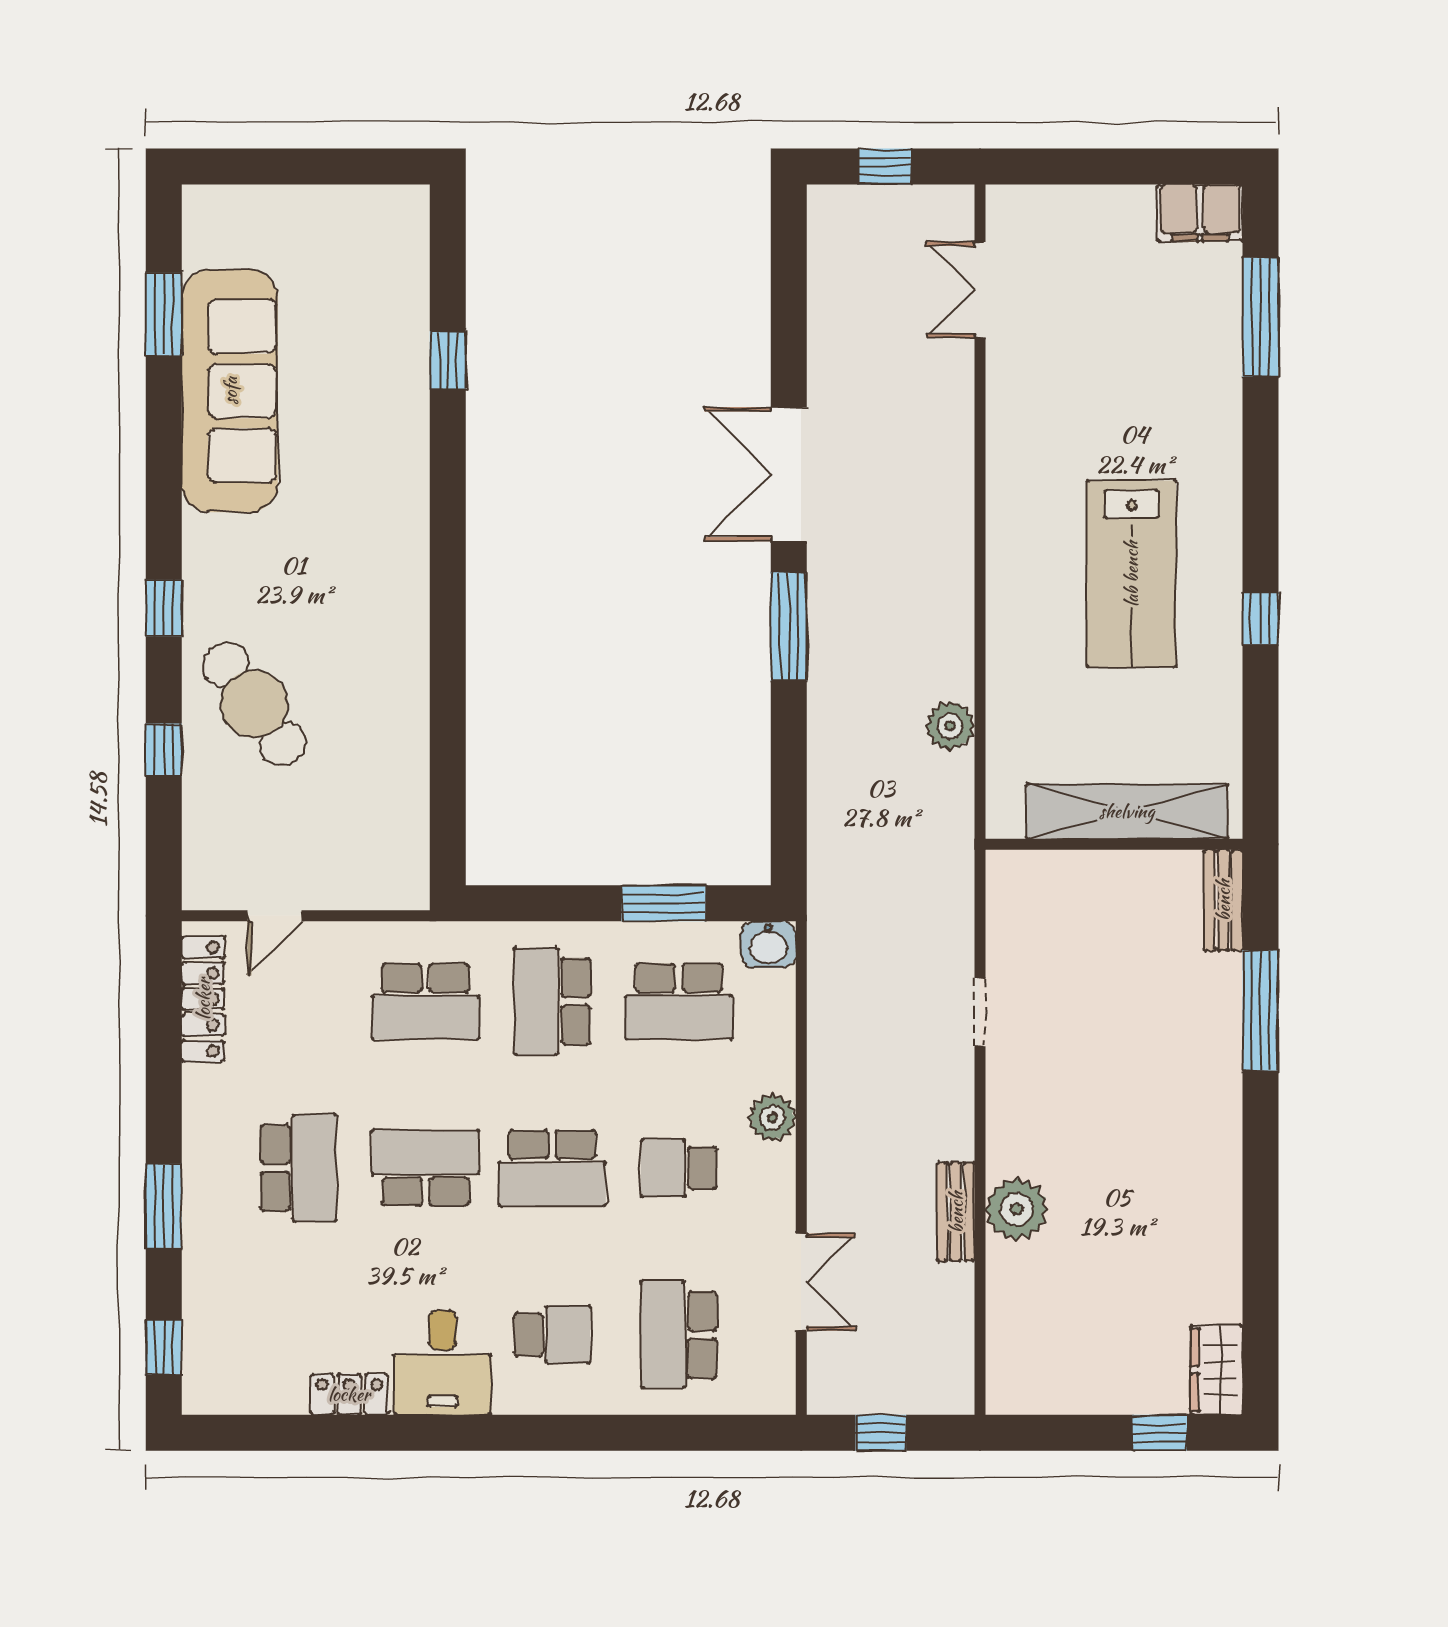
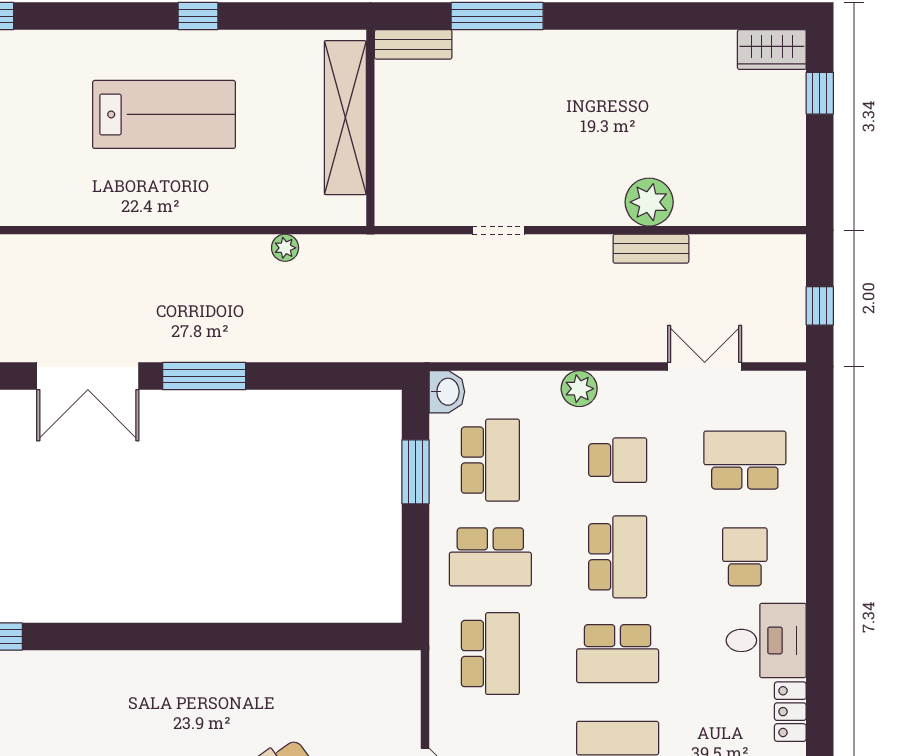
plant: (950, 726) -> (285, 248), width x0.73, depth x0.73
school desk: (425, 1168) -> (618, 654), turned -90
school desk: (679, 1168) -> (618, 460), turned -90
school desk: (679, 1335) -> (745, 460), turned 180

